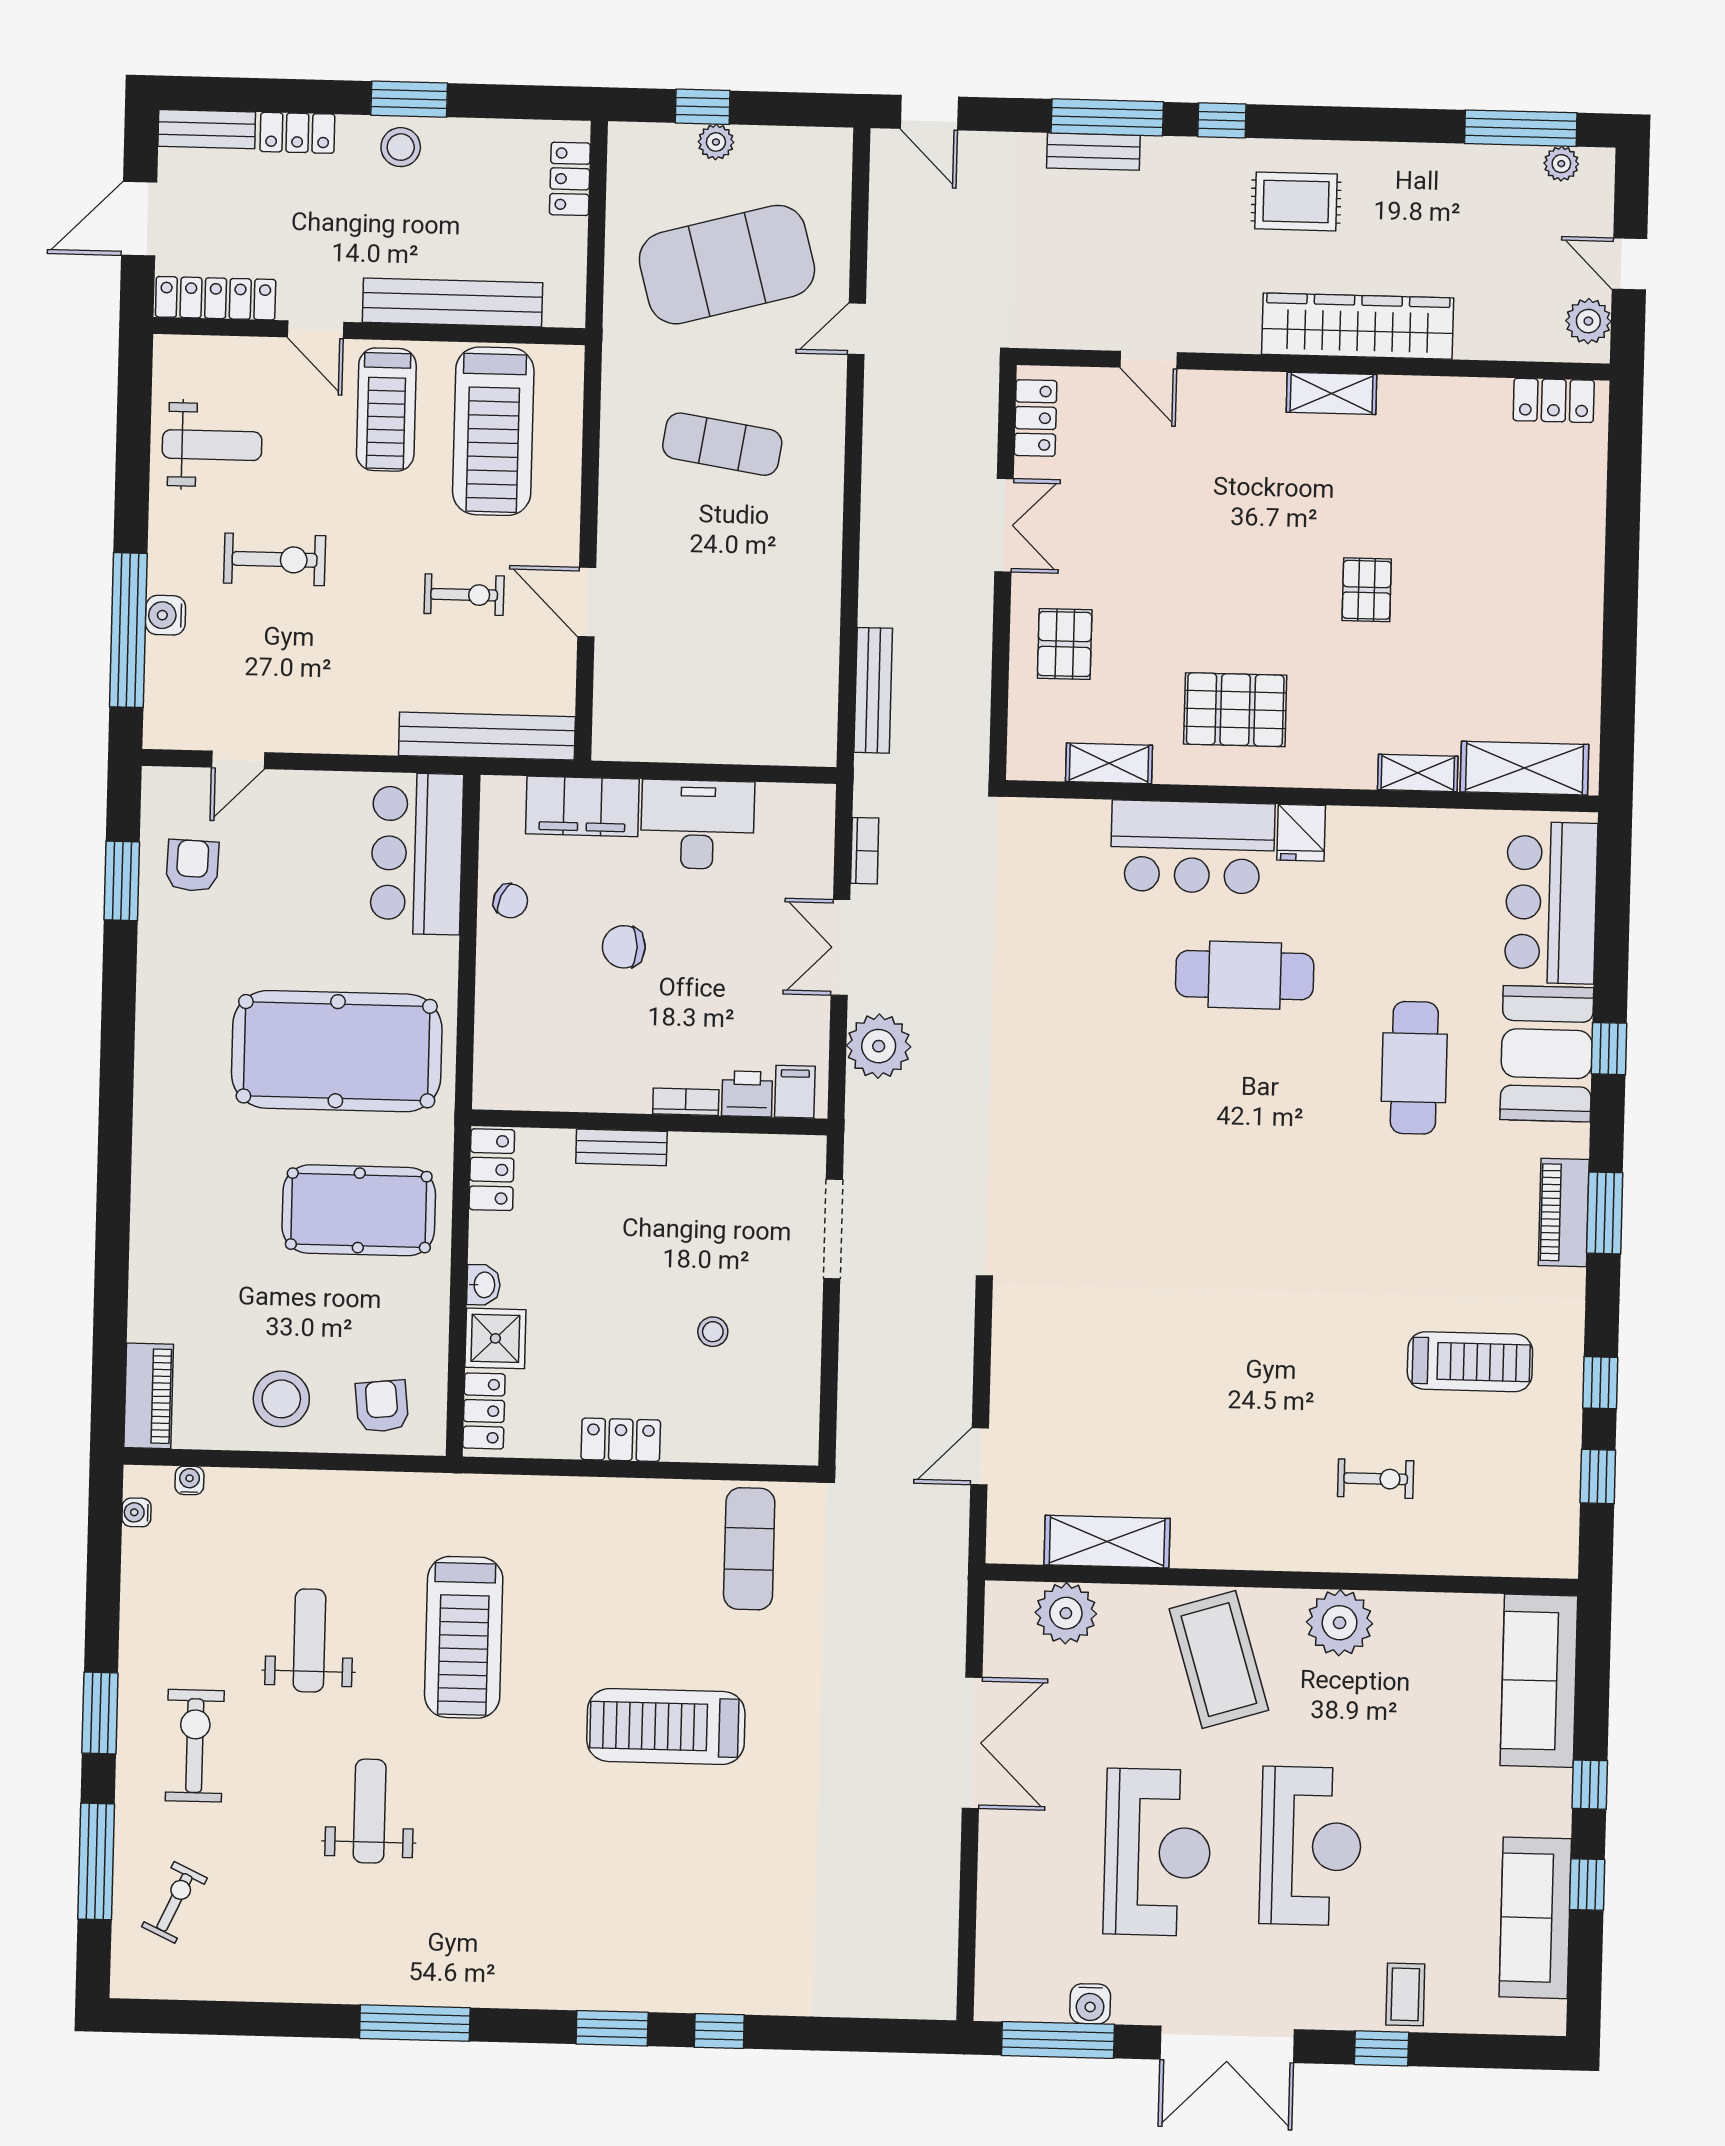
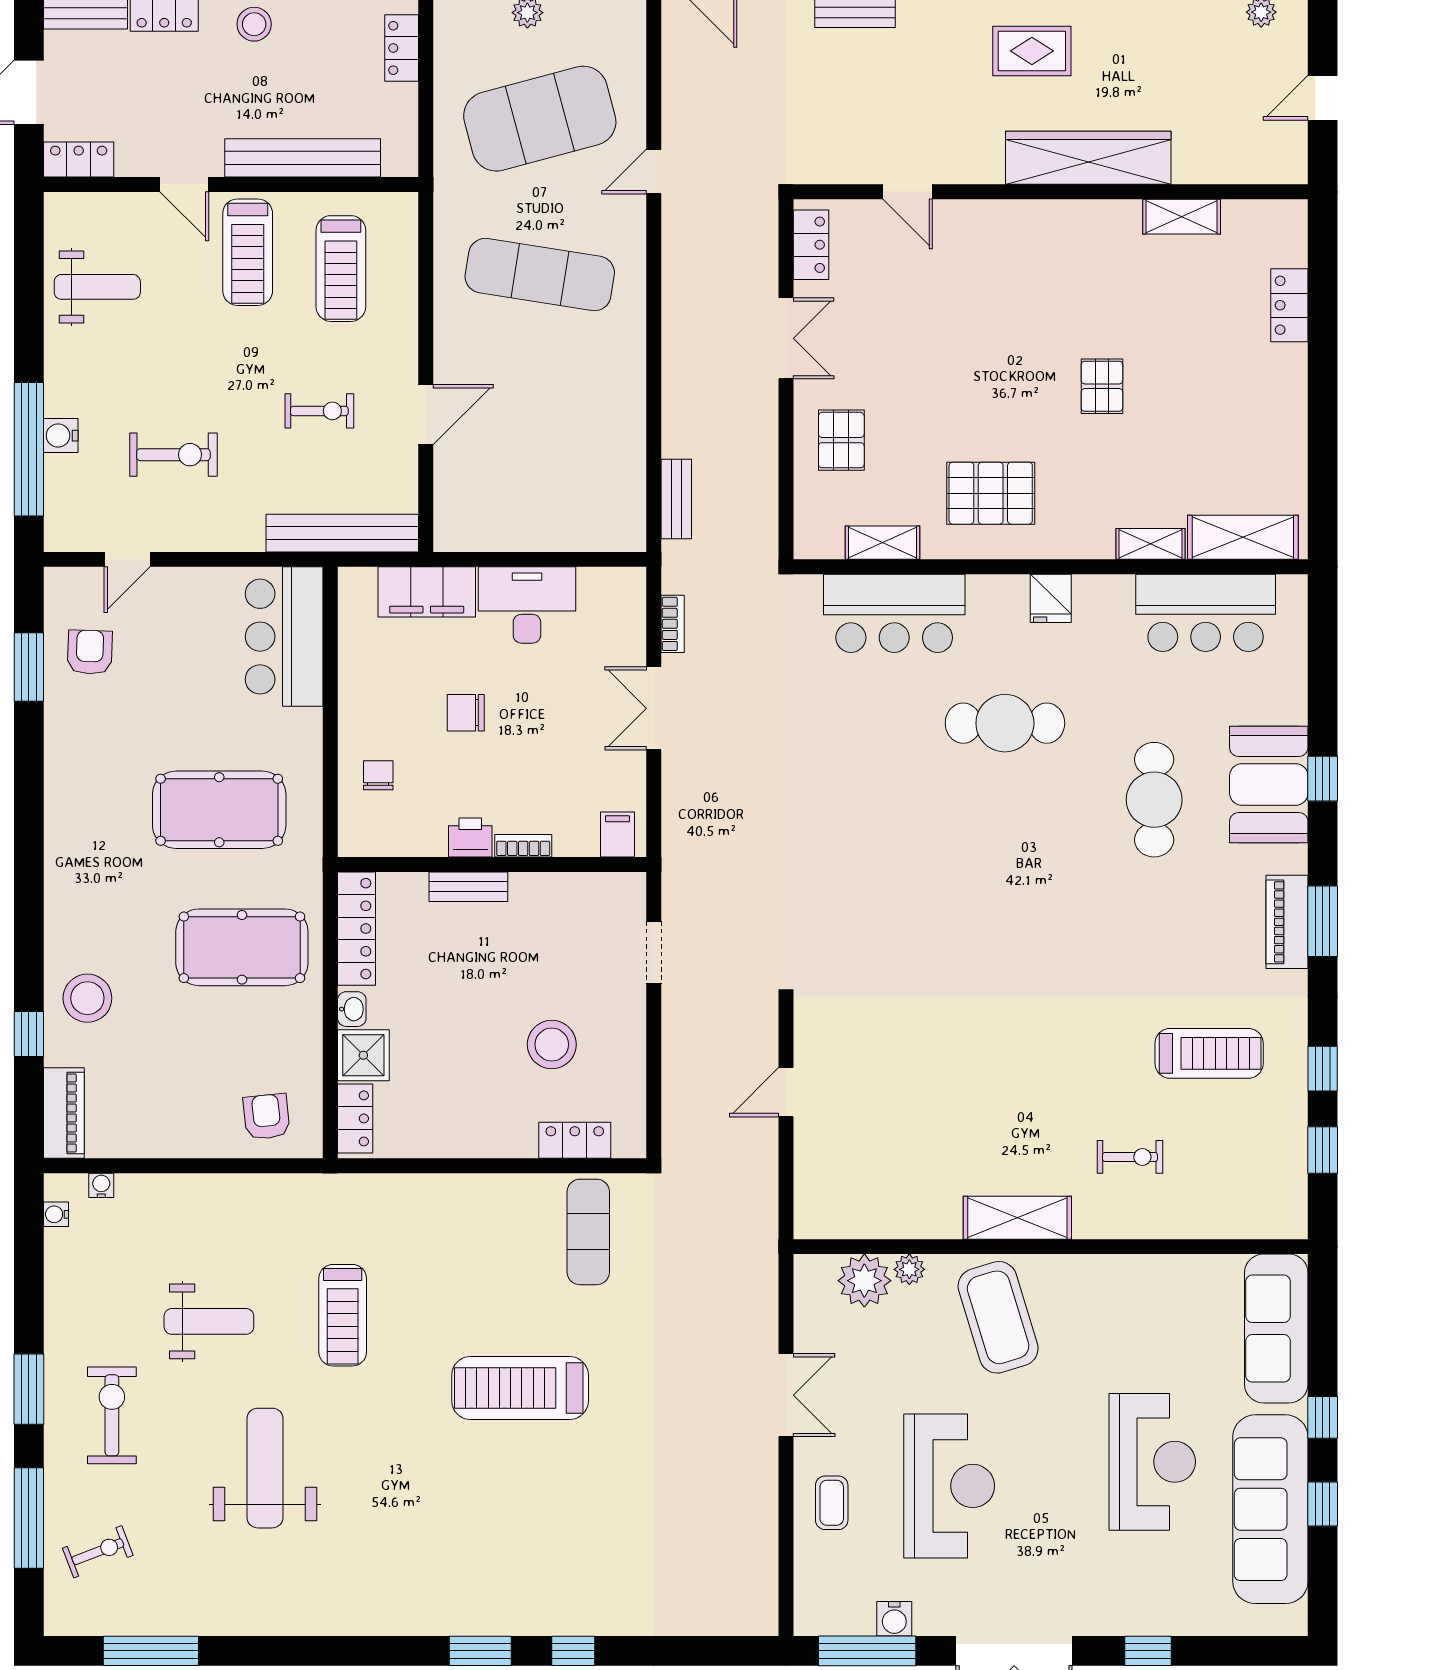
door: (1630, 264) -> (1323, 98), hinge flipped
locker: (216, 298) -> (79, 159), width x0.66
plant: (1588, 321) -> (1288, 148), removed
shelving: (1332, 393) -> (1182, 217), moved
locker: (1554, 400) -> (1289, 305), moved, turned 90
treadmill: (493, 431) -> (341, 269), width x0.73, depth x0.73
exercise mat: (722, 444) -> (540, 275), width x1.36, depth x1.45
exercise bike: (275, 559) -> (173, 455), moved
door: (587, 602) -> (426, 415), swing flipped
bench: (873, 690) -> (676, 499), width x0.73
bar counter: (1192, 847) -> (894, 613), moved
chair: (510, 901) -> (378, 775), moved, turned -114
bar counter: (1551, 903) -> (1206, 613), moved, turned -90
plant: (879, 1046) -> (689, 793), removed
pool table: (337, 1051) -> (219, 810), width x0.73, depth x0.76
printer: (747, 1094) -> (470, 837), moved
locker: (492, 1170) -> (356, 929), width x1.53
doorway: (833, 1229) -> (654, 953), width x0.73
window: (111, 1304) -> (29, 1034), added
stool: (713, 1332) -> (552, 1045), width x1.89, depth x1.89
stool: (281, 1399) -> (87, 998), moved
locker: (621, 1440) -> (575, 1140), moved
door: (980, 1456) -> (786, 1092), moved
shelving: (1107, 1542) -> (1017, 1218), moved
plant: (1340, 1623) -> (909, 1269), moved, width x0.53, depth x0.53
treadmill: (464, 1637) -> (343, 1315), width x0.73, depth x0.73
weight bench: (309, 1640) -> (209, 1321), turned 90
double door: (972, 1743) -> (786, 1395), width x0.73
weight bench: (370, 1811) -> (265, 1468), width x1.36, depth x1.33
reception desk: (1311, 1846) -> (1152, 1462), moved
exercise bike: (174, 1902) -> (98, 1552), turned 44
sofa: (1535, 1918) -> (1270, 1509), width x1.36, depth x1.27
coffee table: (1405, 1994) -> (832, 1503), moved
window: (415, 2023) -> (151, 1651), moved

